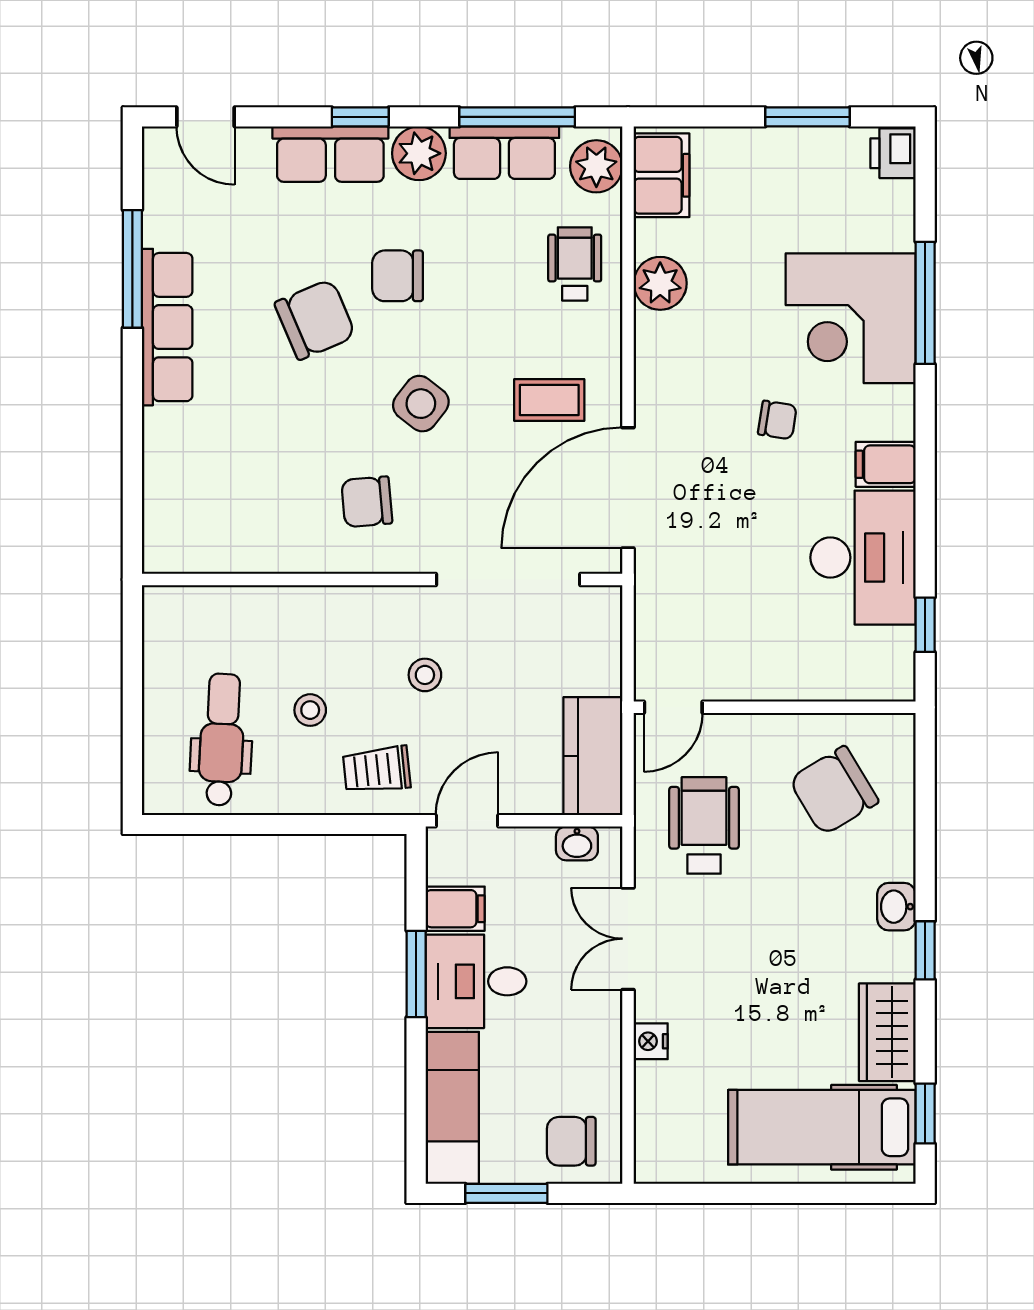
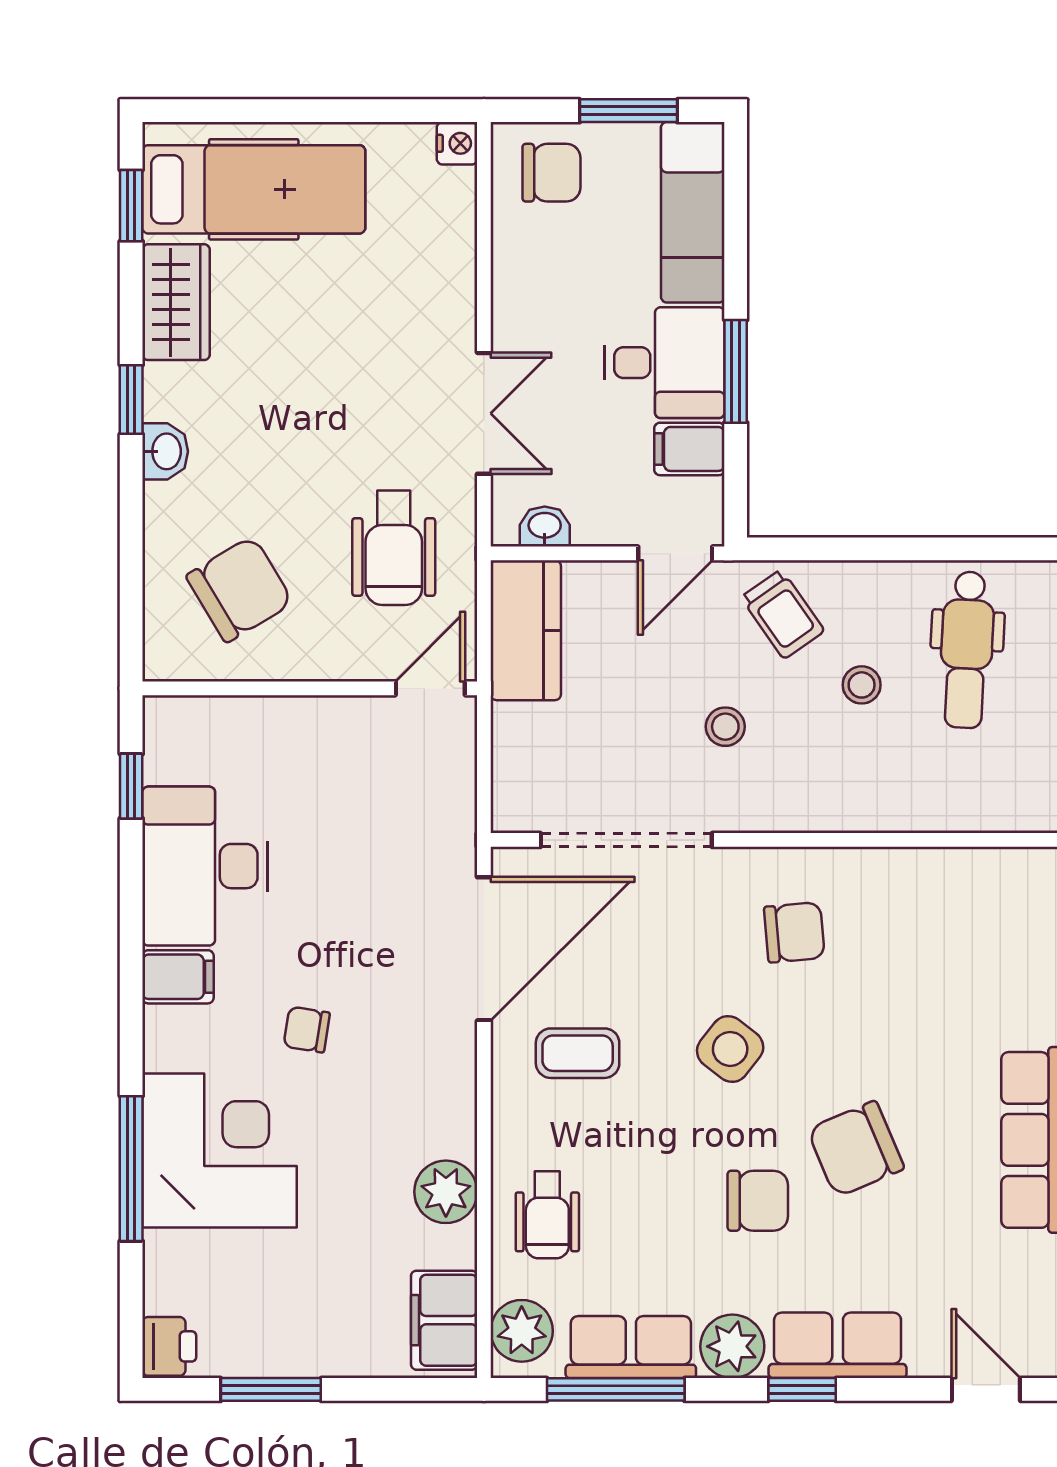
trolley: (377, 770) -> (783, 614), turned 61
nightstand: (651, 1041) -> (457, 143), moved

